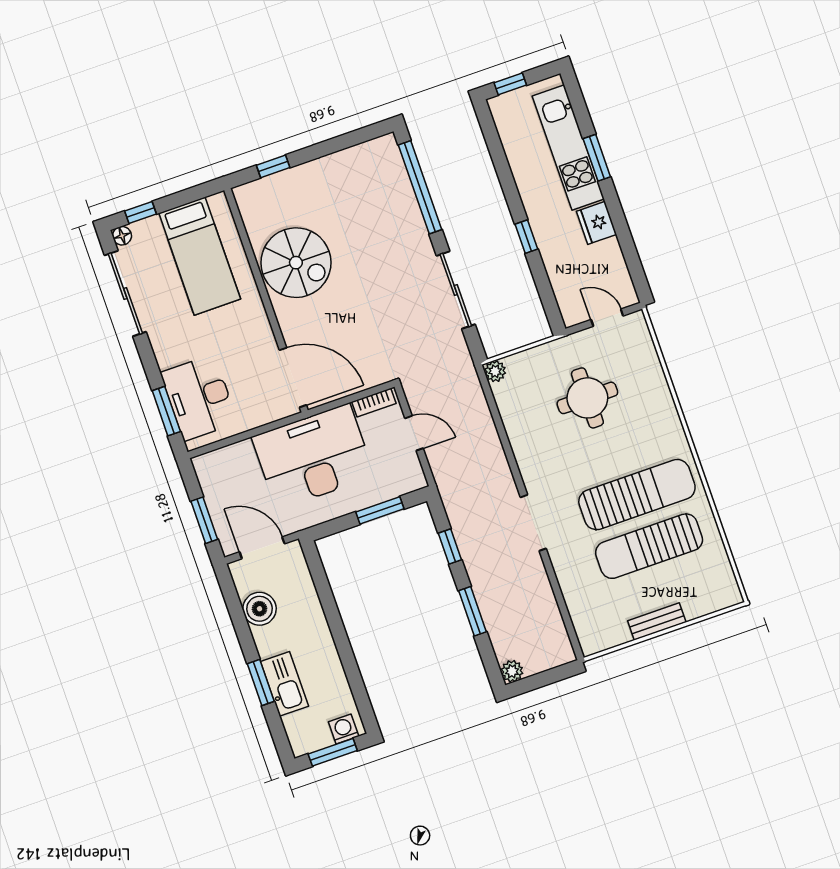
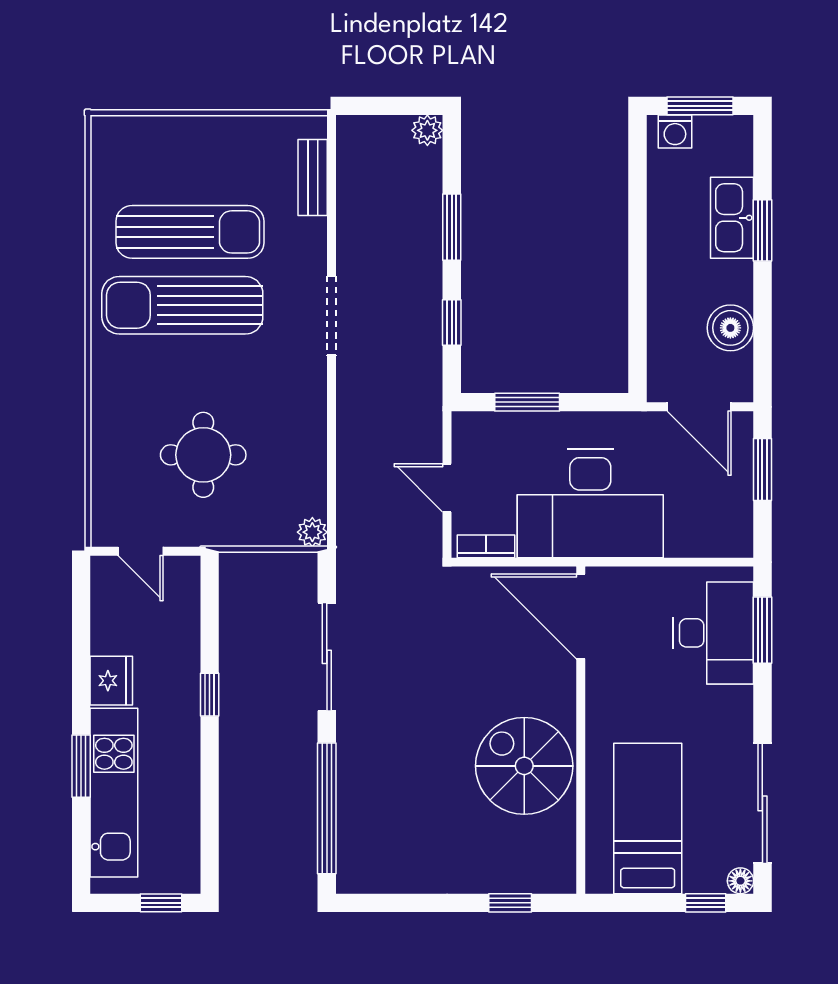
bench: (657, 622) -> (313, 177), moved, turned 90

